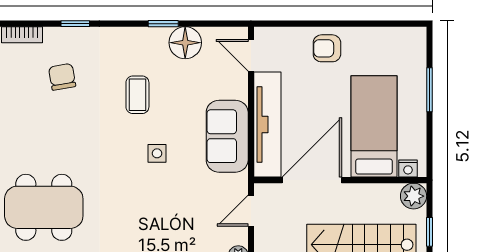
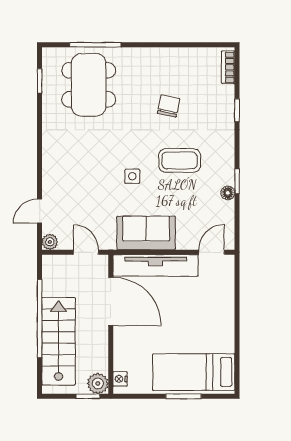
floor lamp: (185, 43) -> (228, 193), width x0.53, depth x0.53
armchair: (327, 48) -> (217, 314), removed
chair: (62, 77) -> (169, 106), moved, turned -68
coffee table: (137, 95) -> (180, 160), width x1.36, depth x1.30
bed: (374, 126) -> (194, 372), moved, turned 180
window: (429, 232) -> (88, 396), moved

